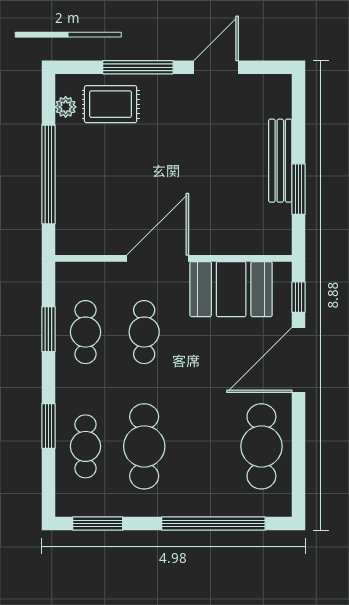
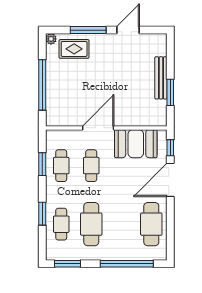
plant: (66, 107) -> (51, 39), moved

